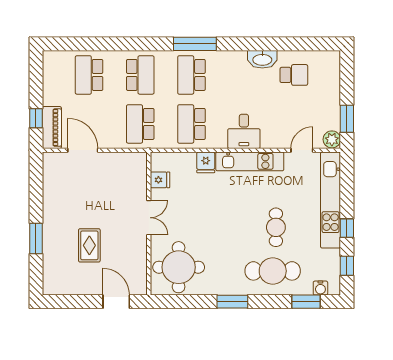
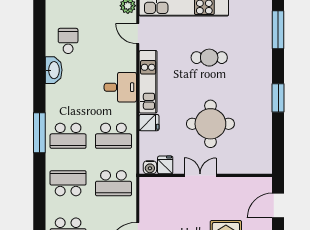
round table: (179, 267) -> (210, 124), moved
cafe table: (273, 271) -> (250, 61), removed
water cooler: (320, 288) -> (150, 167), moved, turned 90
window: (306, 302) -> (278, 30), width x1.44

